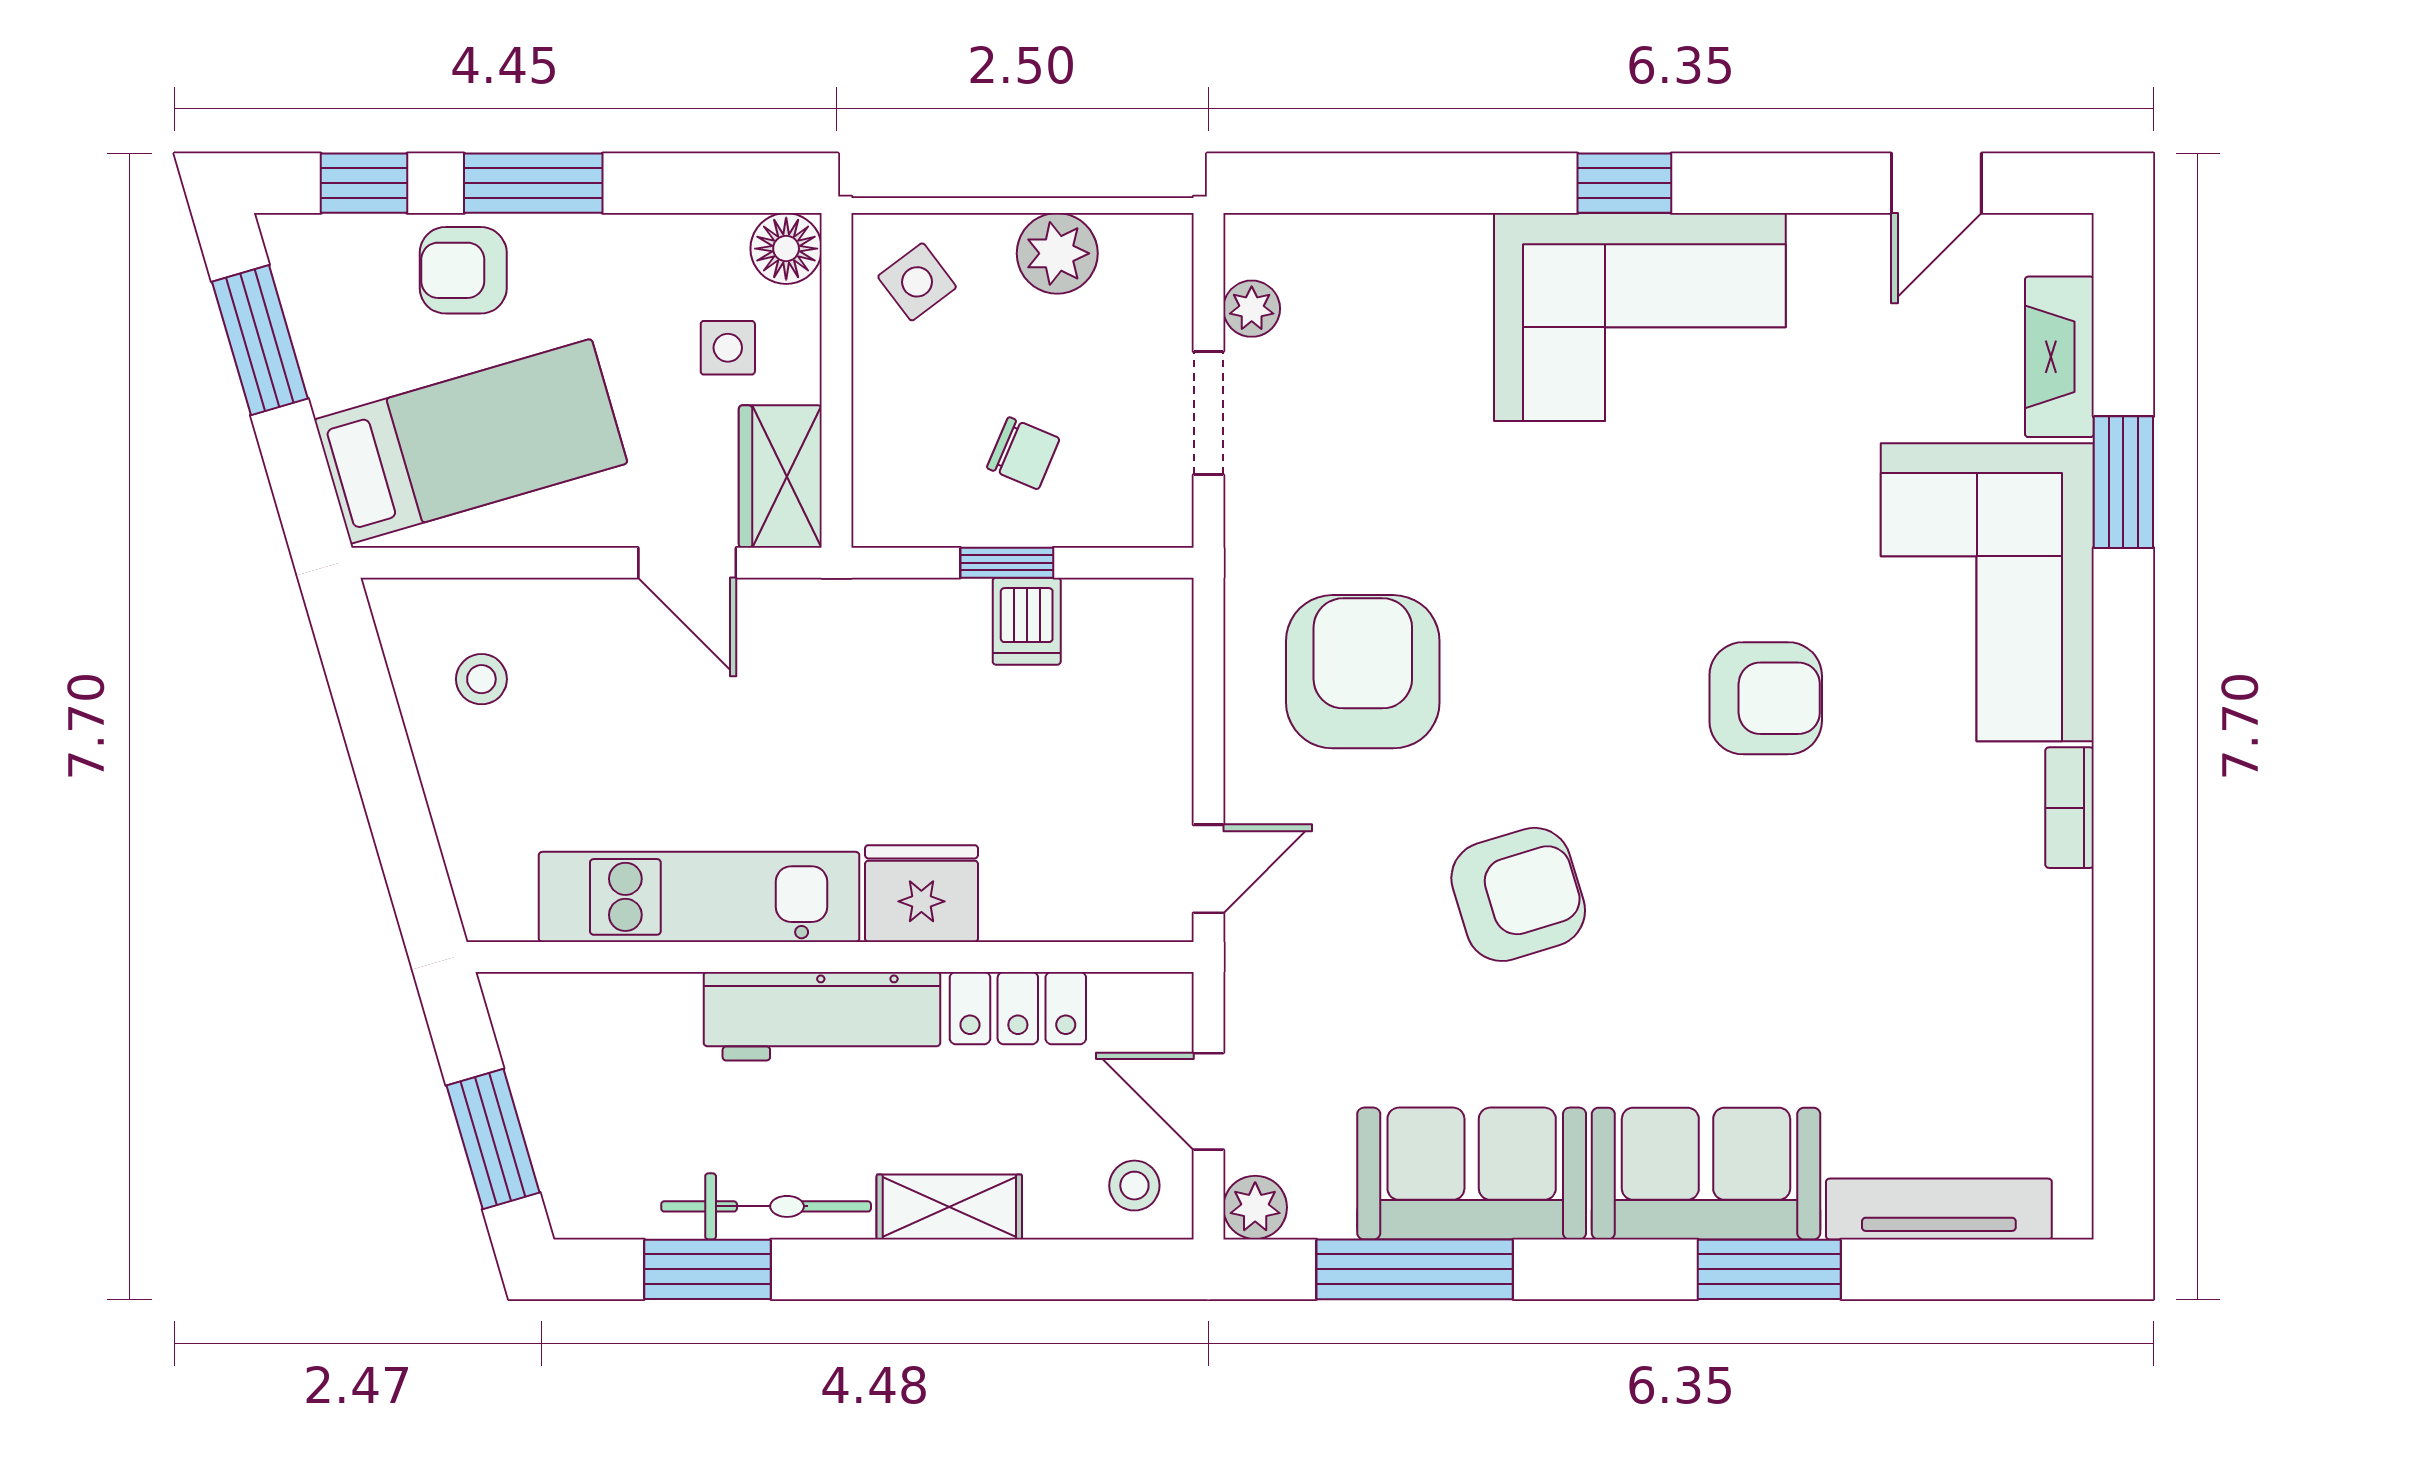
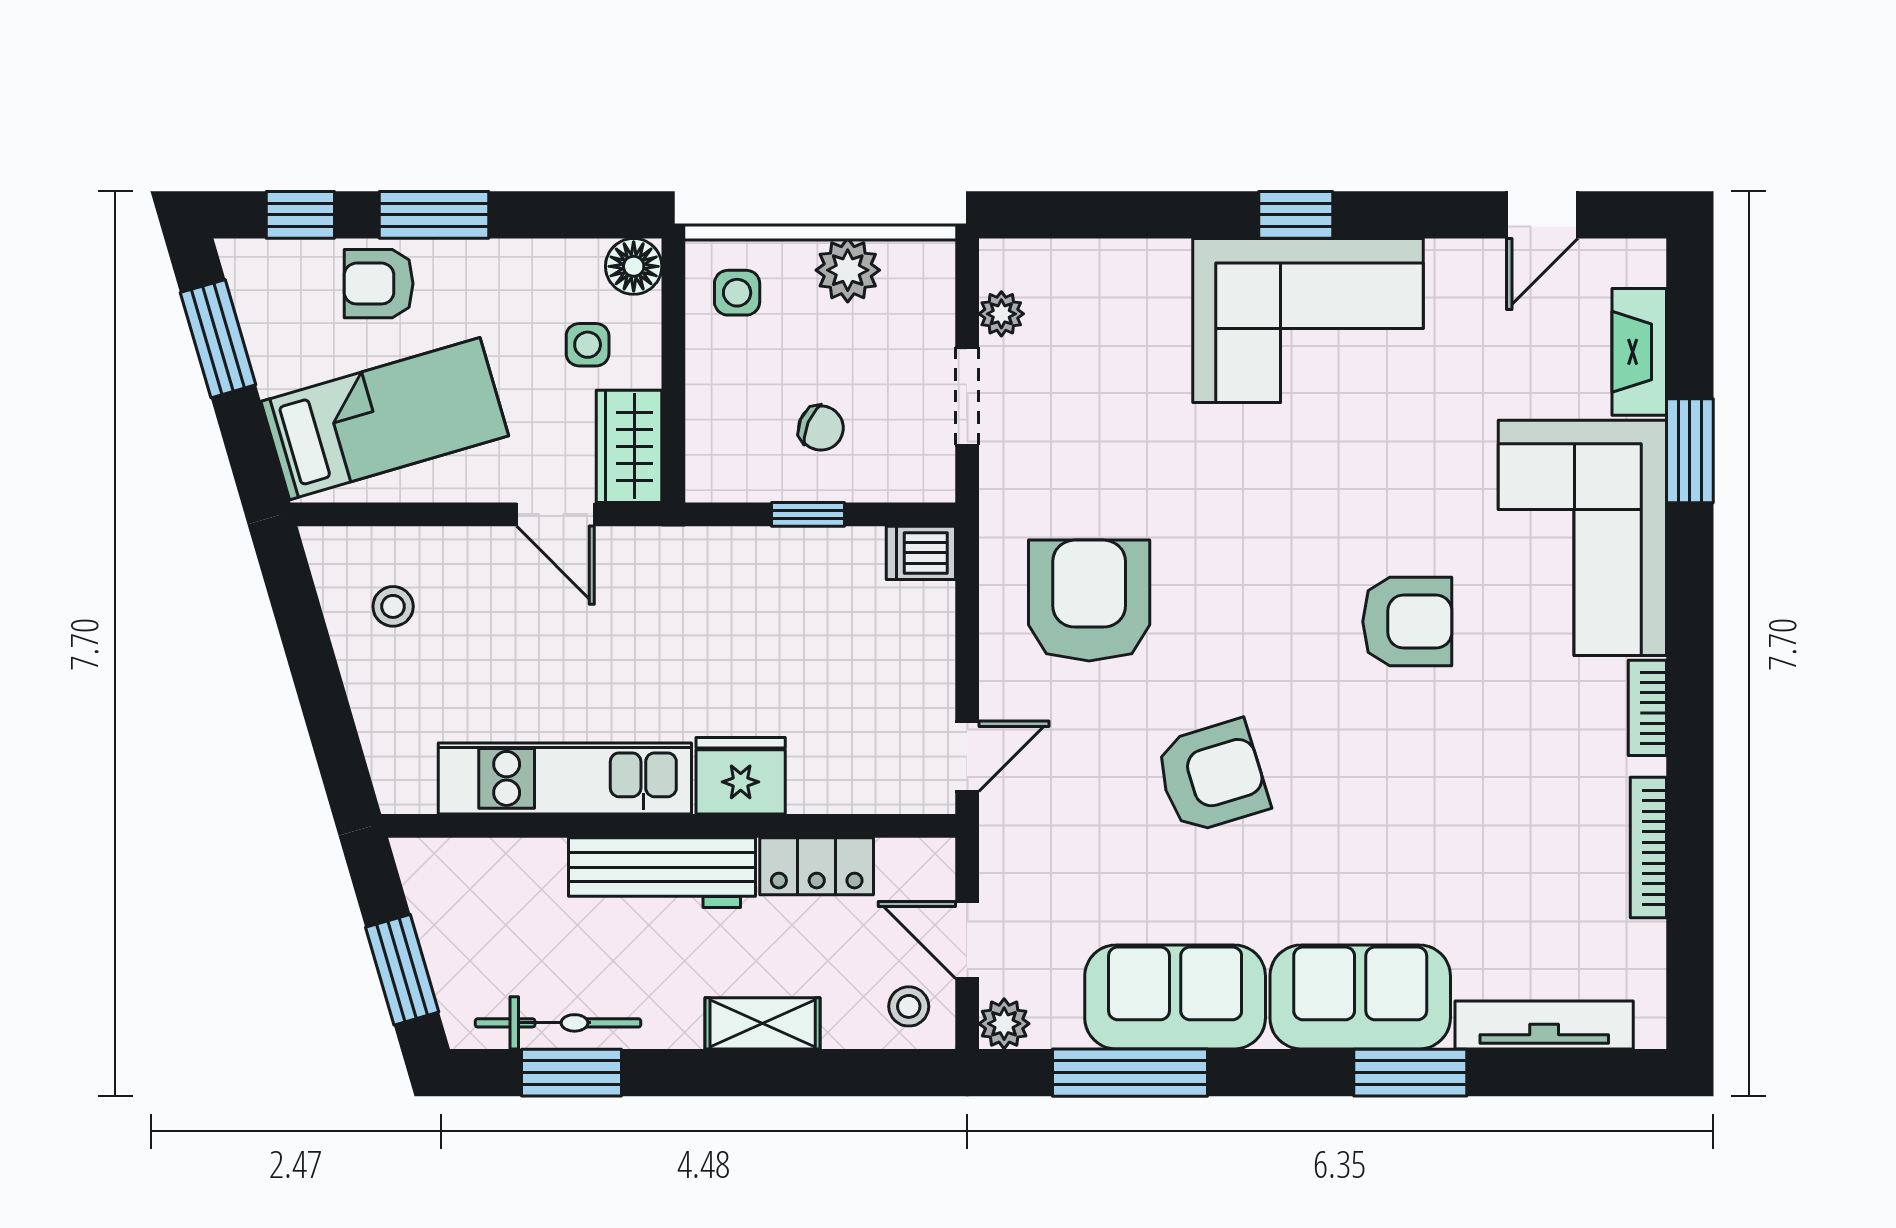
side table: (917, 282) -> (737, 293), turned 37
dishwasher: (1027, 621) -> (921, 553), moved, turned 90
bookcase: (2071, 984) -> (1648, 847), added
bicycle: (766, 1206) -> (558, 1023), moved

